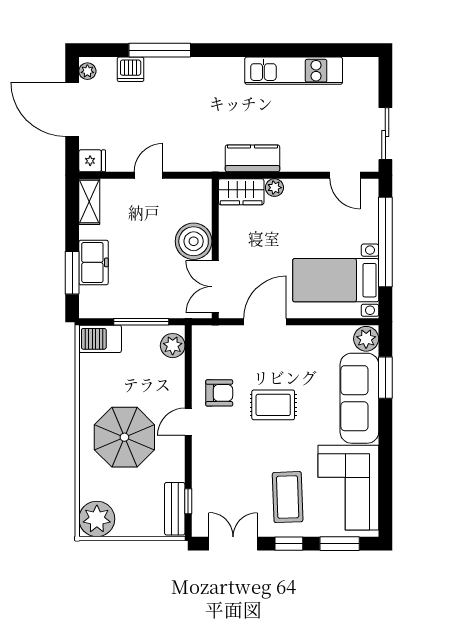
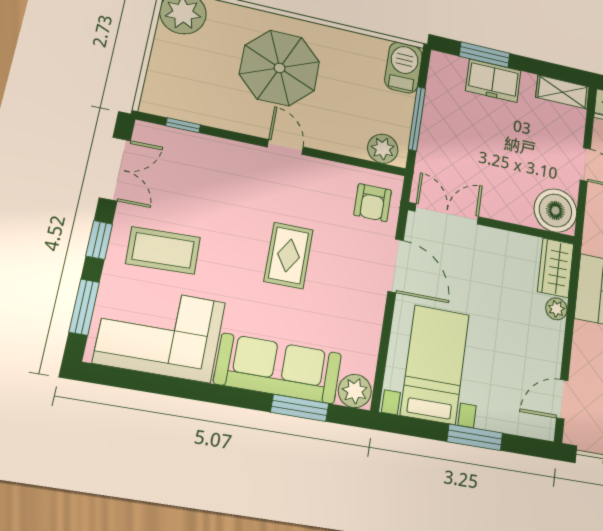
boiler: (194, 241) -> (555, 211), moved
window: (385, 242) -> (475, 437), width x0.47
armchair: (219, 393) -> (373, 203), moved
bench: (175, 509) -> (177, 107), removed

